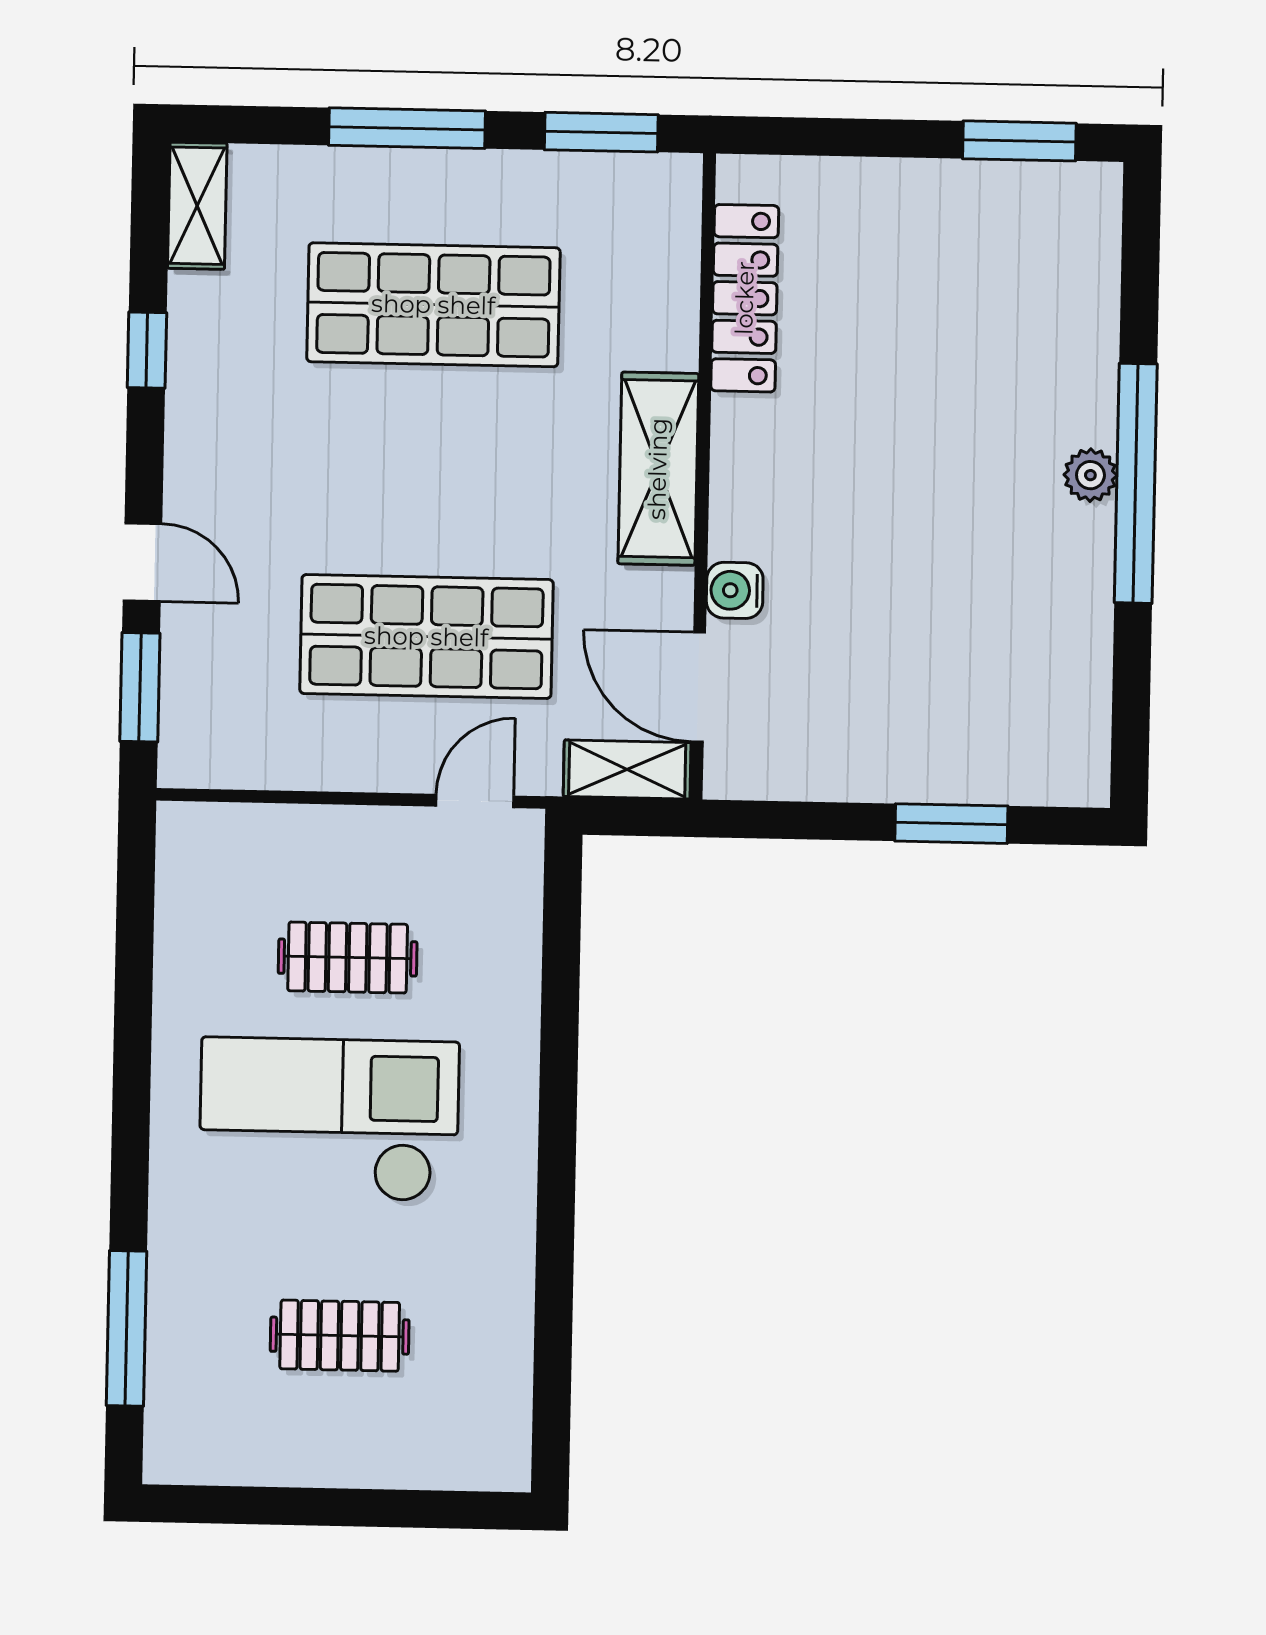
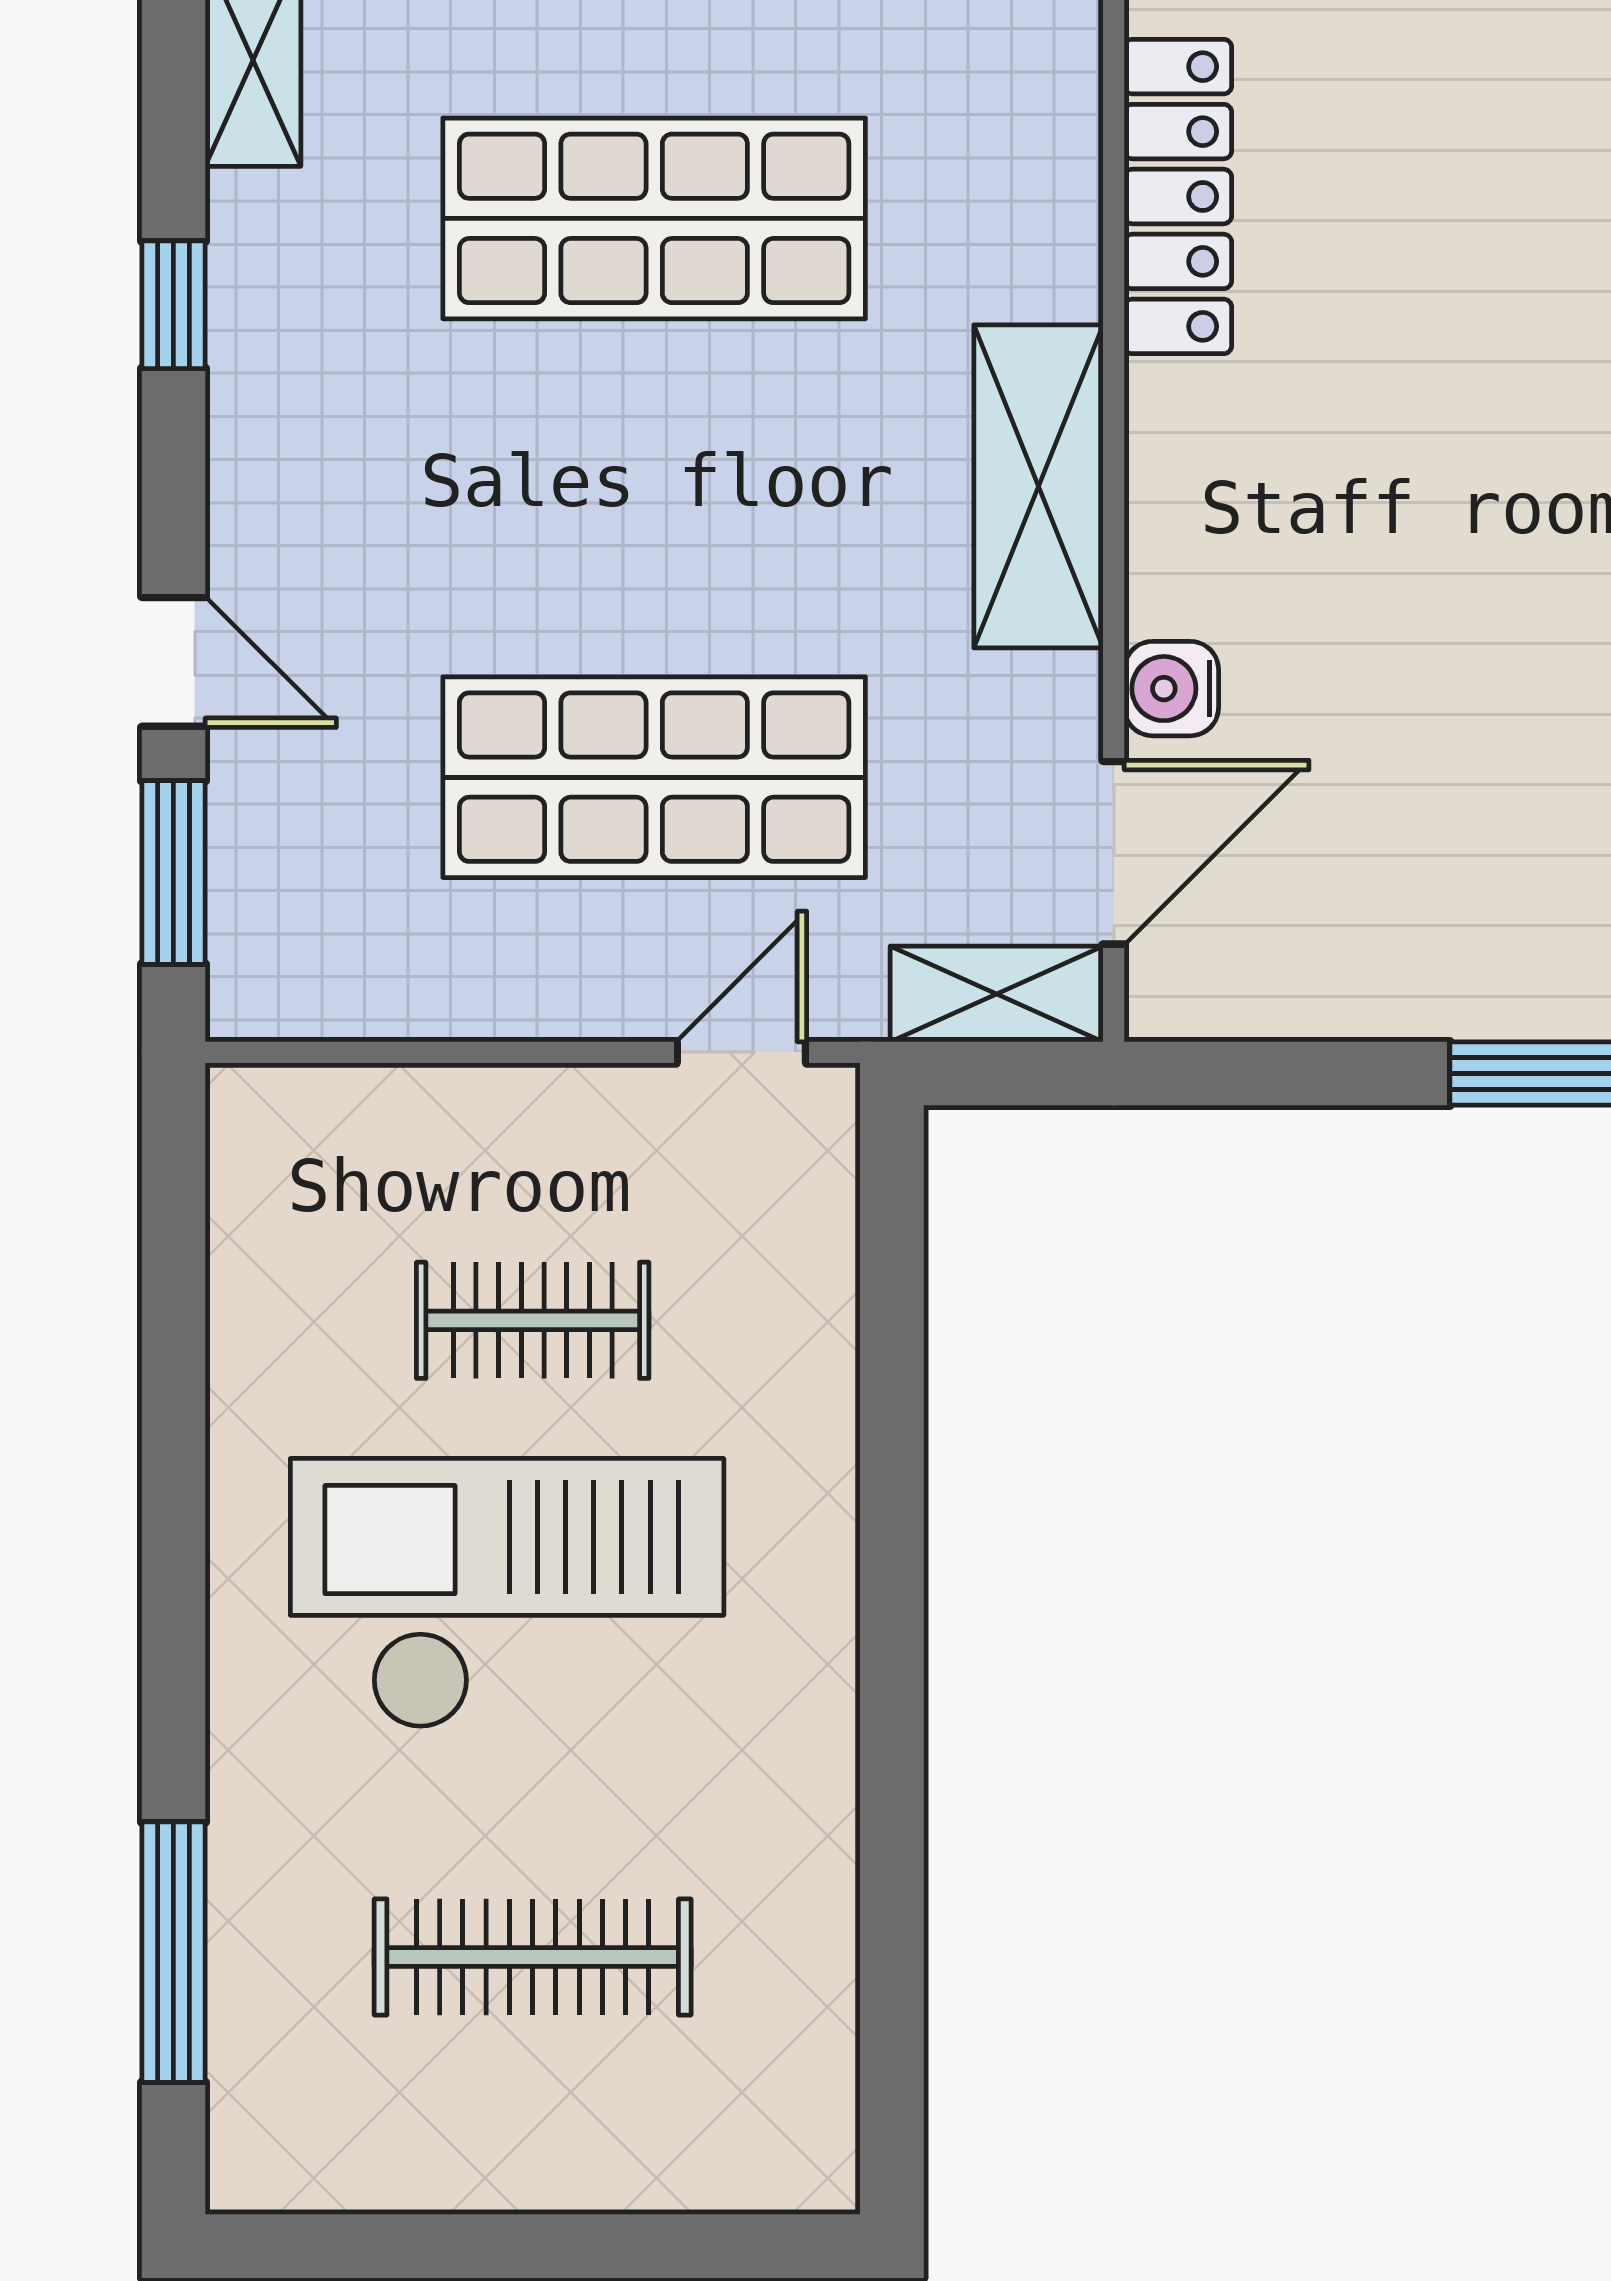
door: (698, 687) -> (1114, 853), swing flipped
clothes rail: (340, 1336) -> (533, 1957), width x1.36

